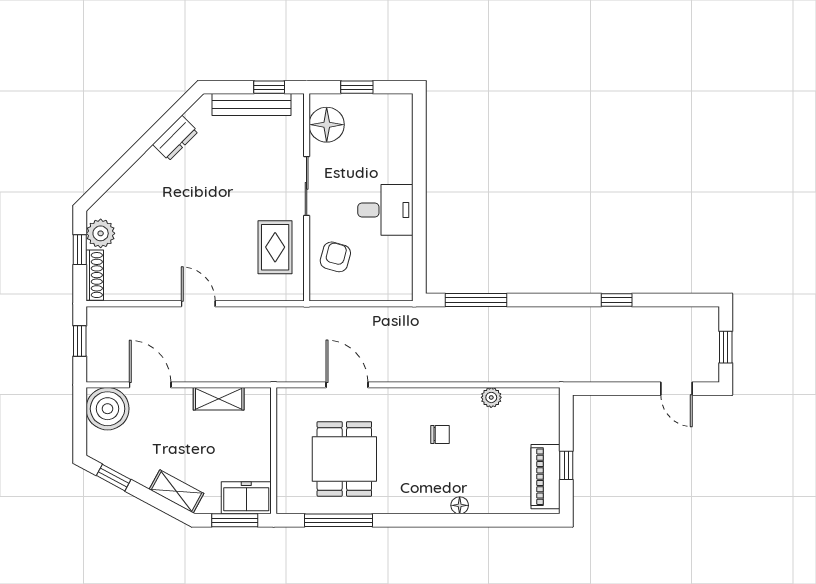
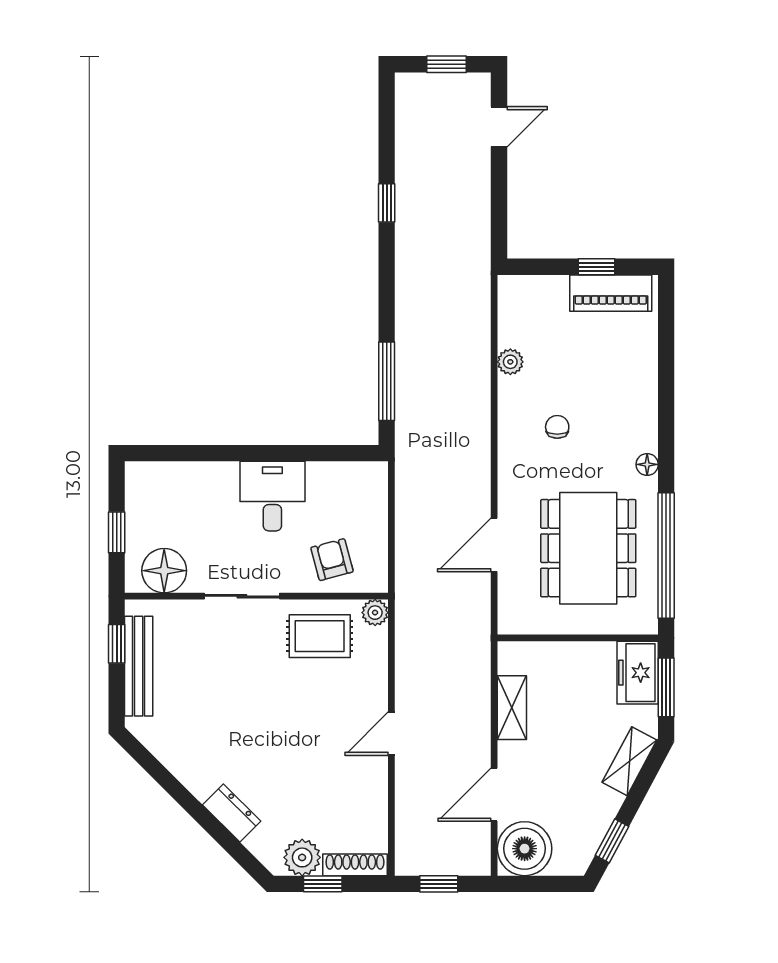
dresser: (175, 138) -> (232, 813), moved
armchair: (335, 257) -> (332, 560), turned 60
plant: (294, 291) -> (375, 613), added
dining table: (344, 459) -> (588, 548), width x1.38
floor lamp: (460, 505) -> (647, 464), moved
window: (339, 520) -> (666, 556), width x1.46

